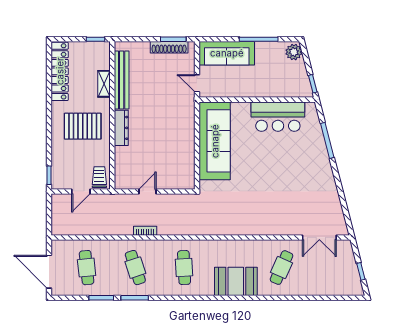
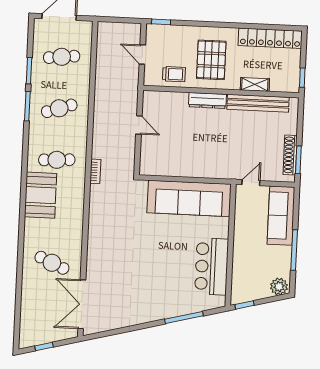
trolley: (99, 177) -> (174, 74), moved
bookcase: (145, 231) -> (95, 171), moved
double door: (319, 237) -> (82, 304), width x1.37
booth: (236, 281) -> (41, 195), moved

